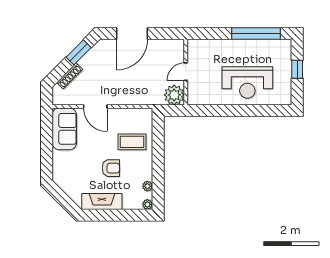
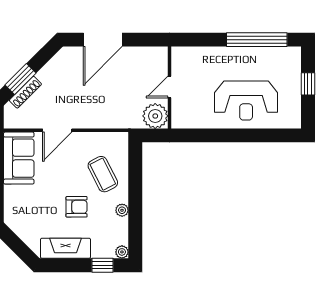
window: (79, 52) -> (21, 79), moved
door: (95, 106) -> (57, 130), hinge flipped
coffee table: (132, 142) -> (103, 174), turned 63
plant: (147, 186) -> (122, 210), moved
window: (132, 215) -> (102, 265), added

